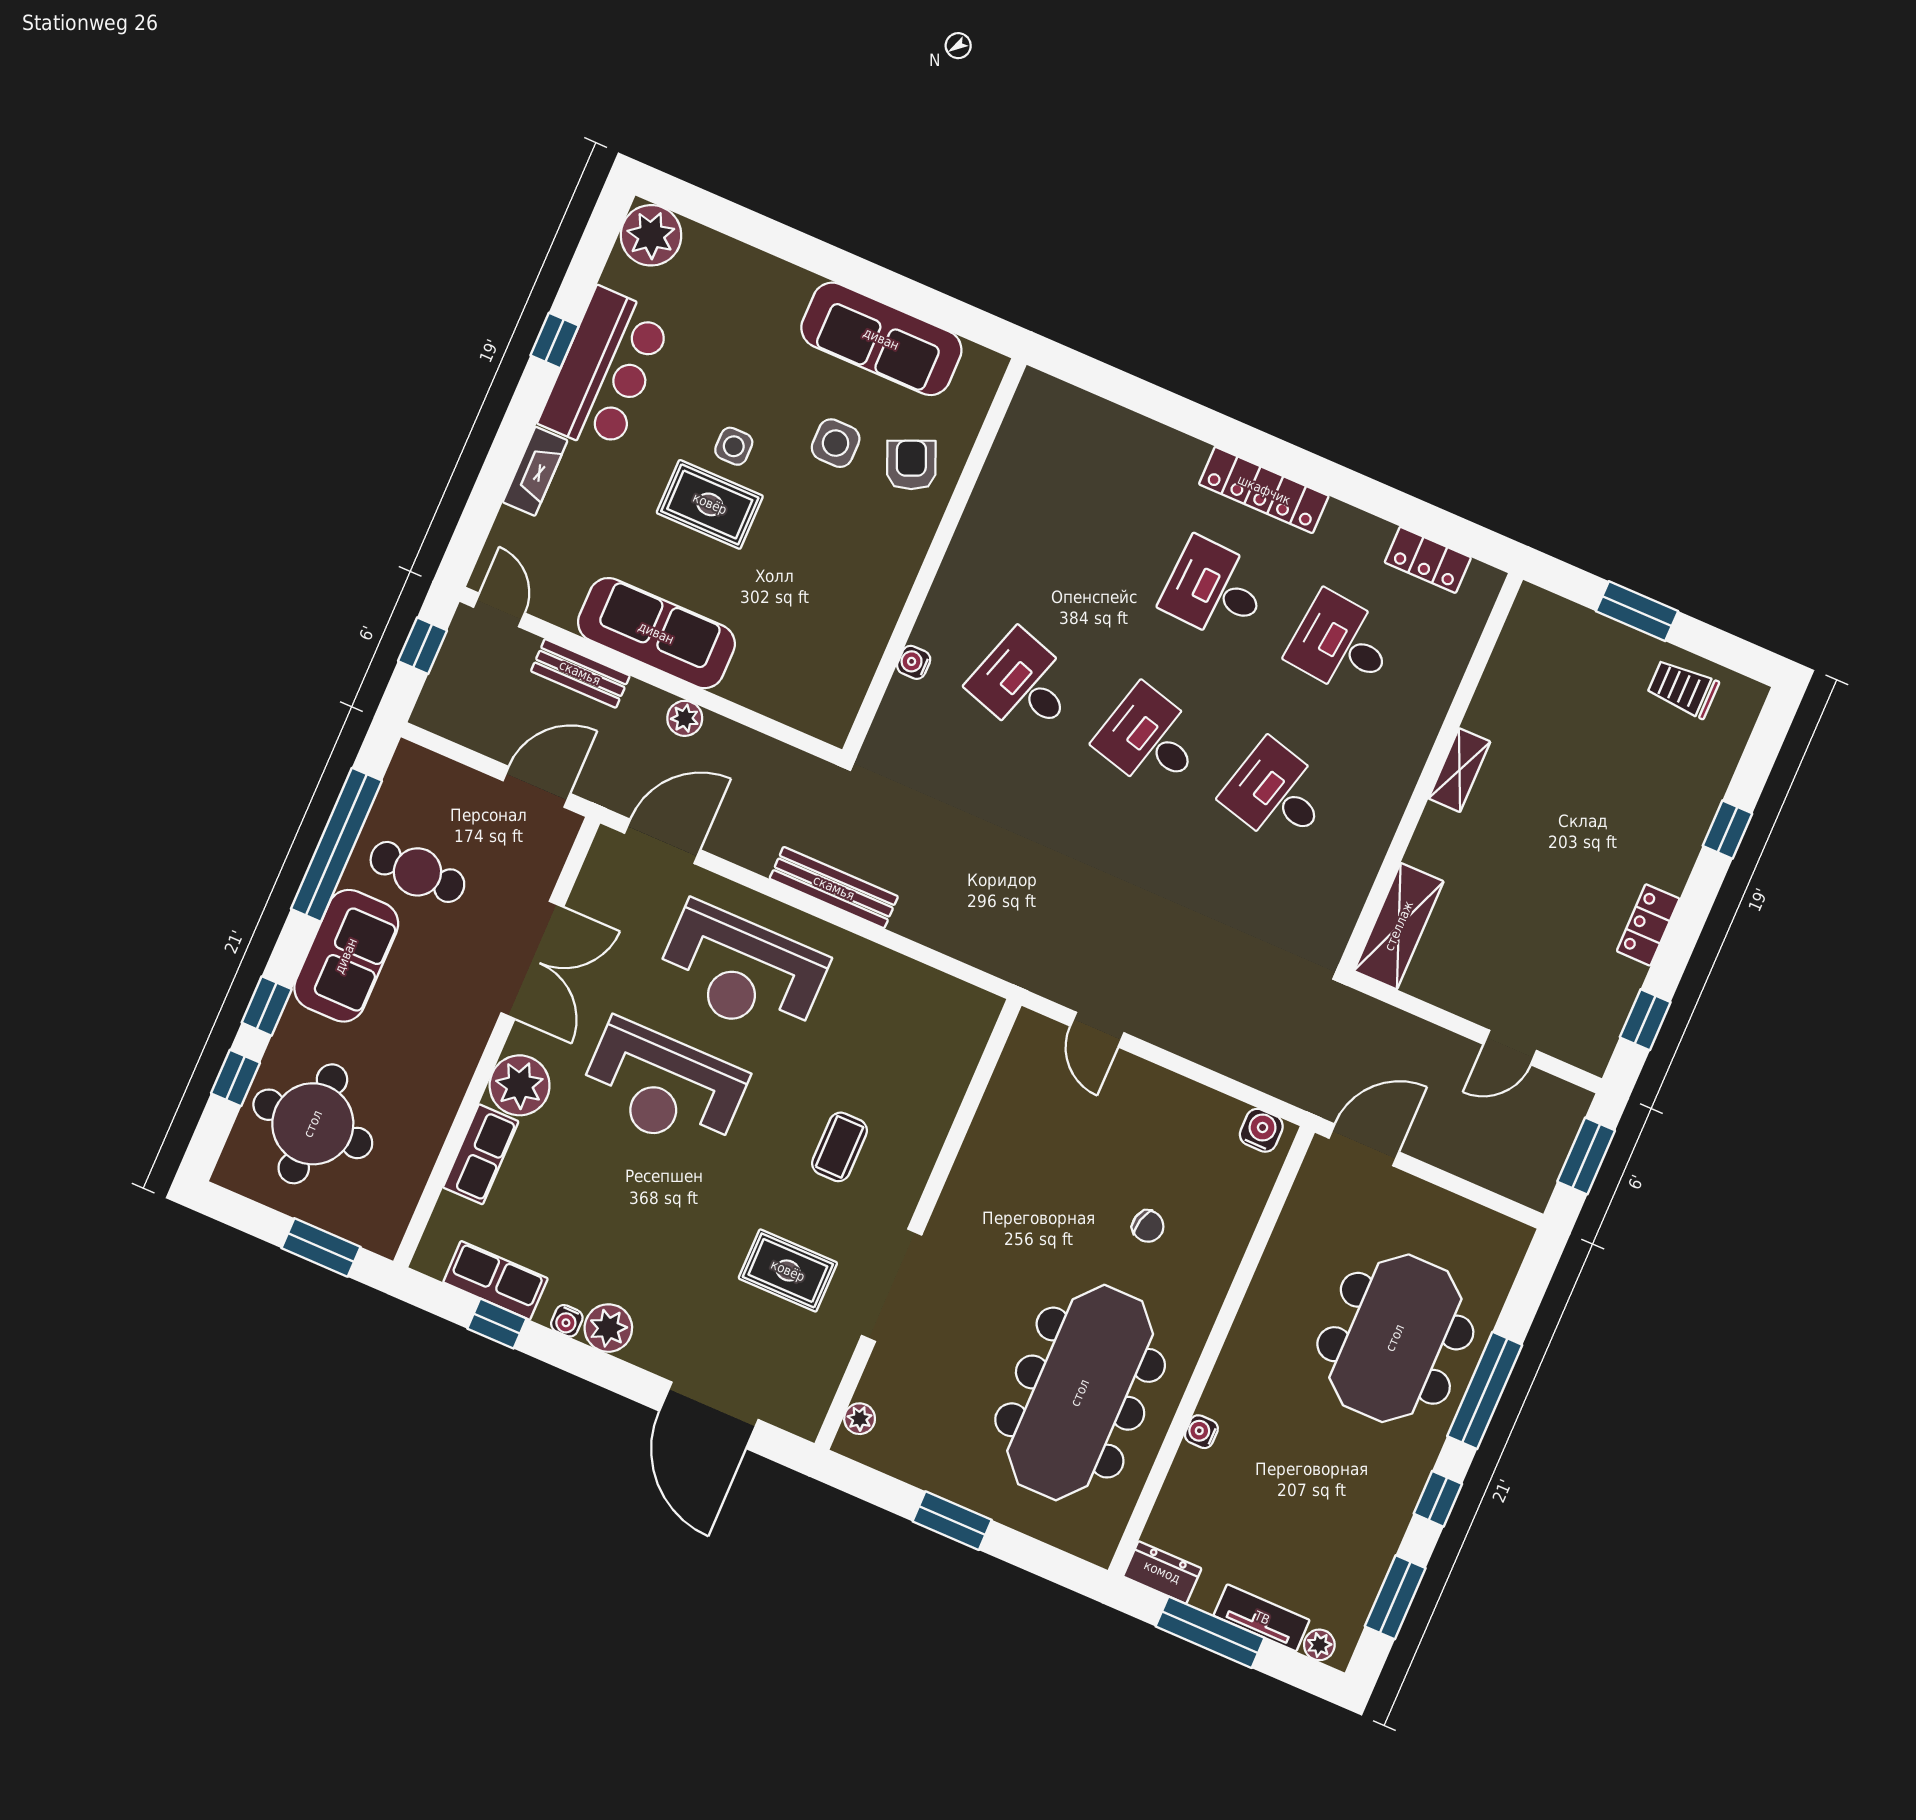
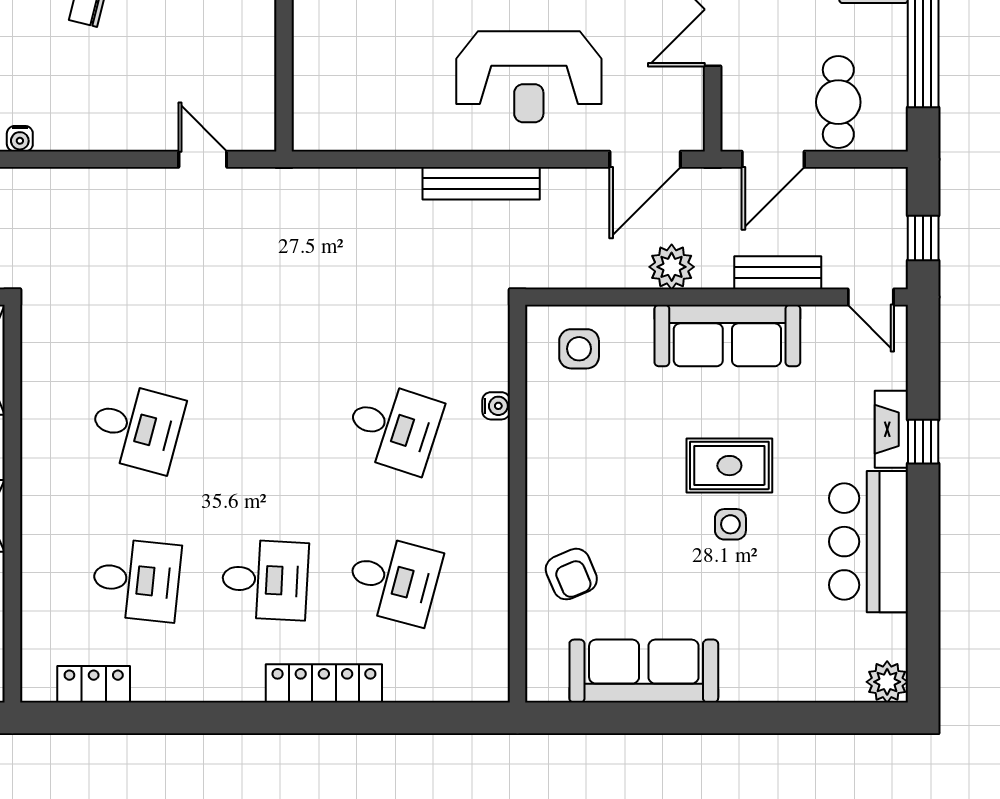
plant: (651, 235) -> (887, 682), width x0.73, depth x0.73
window: (555, 340) -> (923, 442), moved
side table: (836, 443) -> (579, 349), moved
locker: (1264, 490) -> (324, 683), moved
plant: (685, 718) -> (672, 267), width x1.38, depth x1.38
desk: (1150, 739) -> (394, 580), moved
cafe table: (417, 872) -> (838, 102), moved, turned 90
reception desk: (742, 972) -> (529, 77), turned 180
water cooler: (1261, 1130) -> (20, 139), width x0.72, depth x0.72

